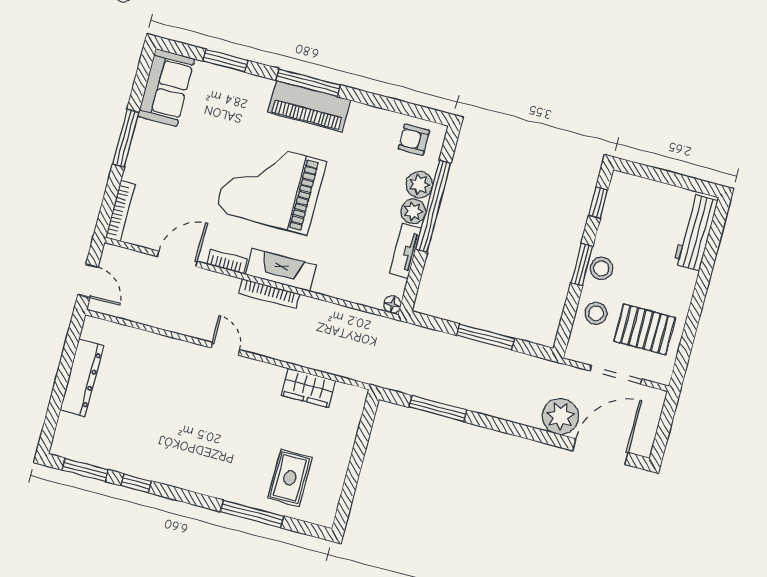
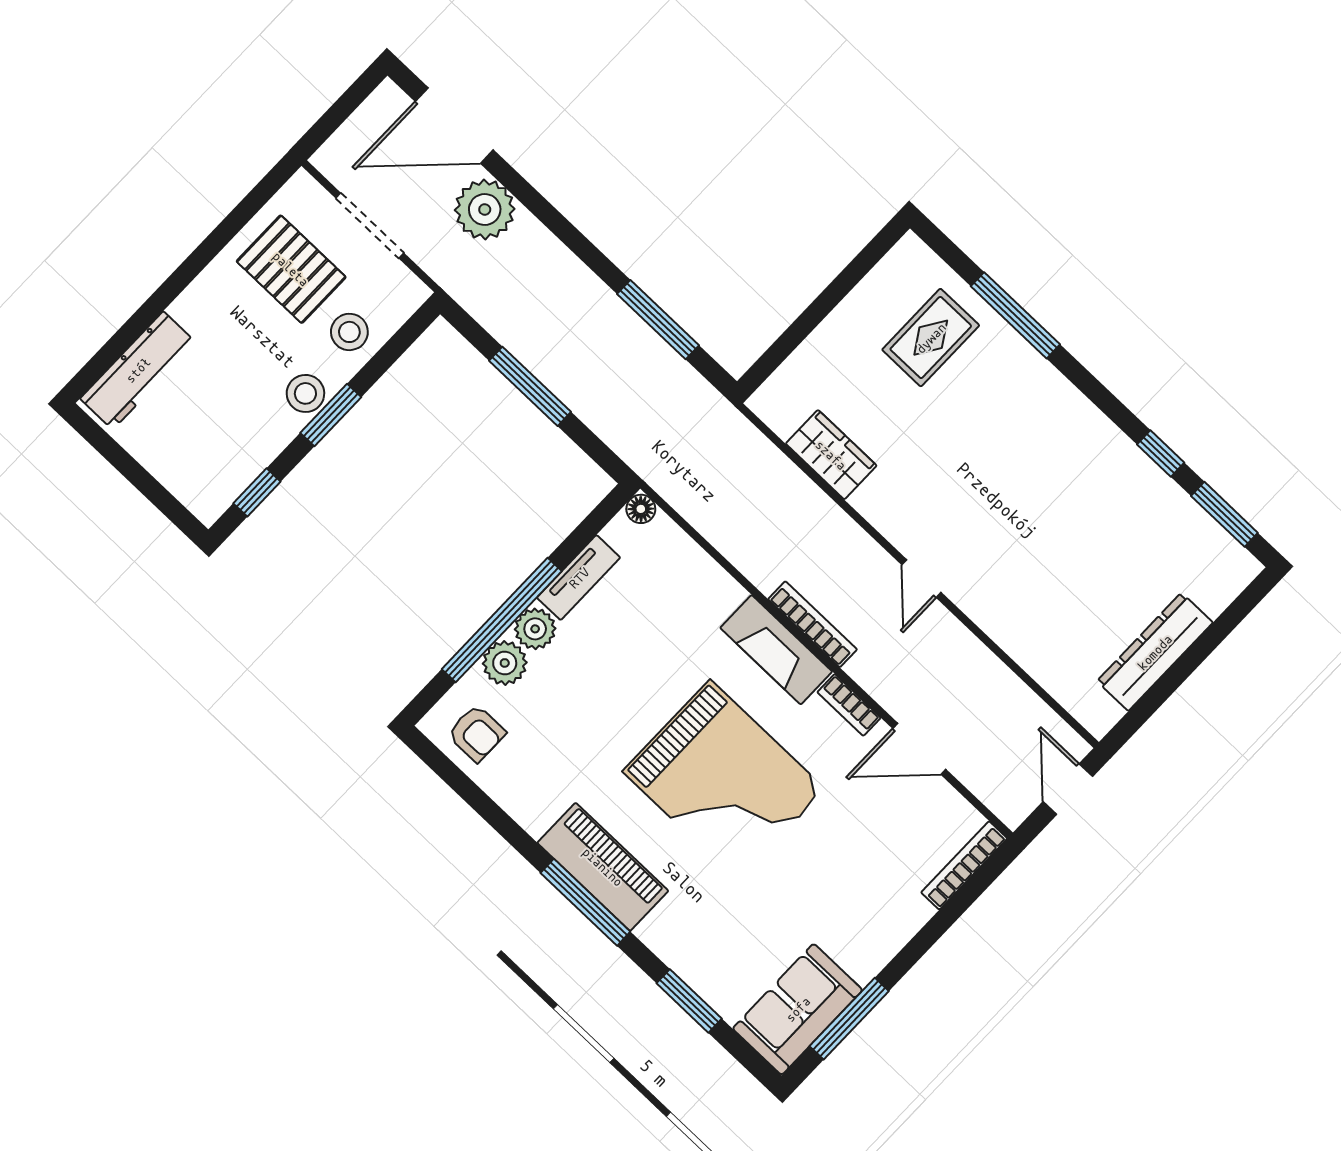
window: (126, 138) -> (849, 1019), moved

